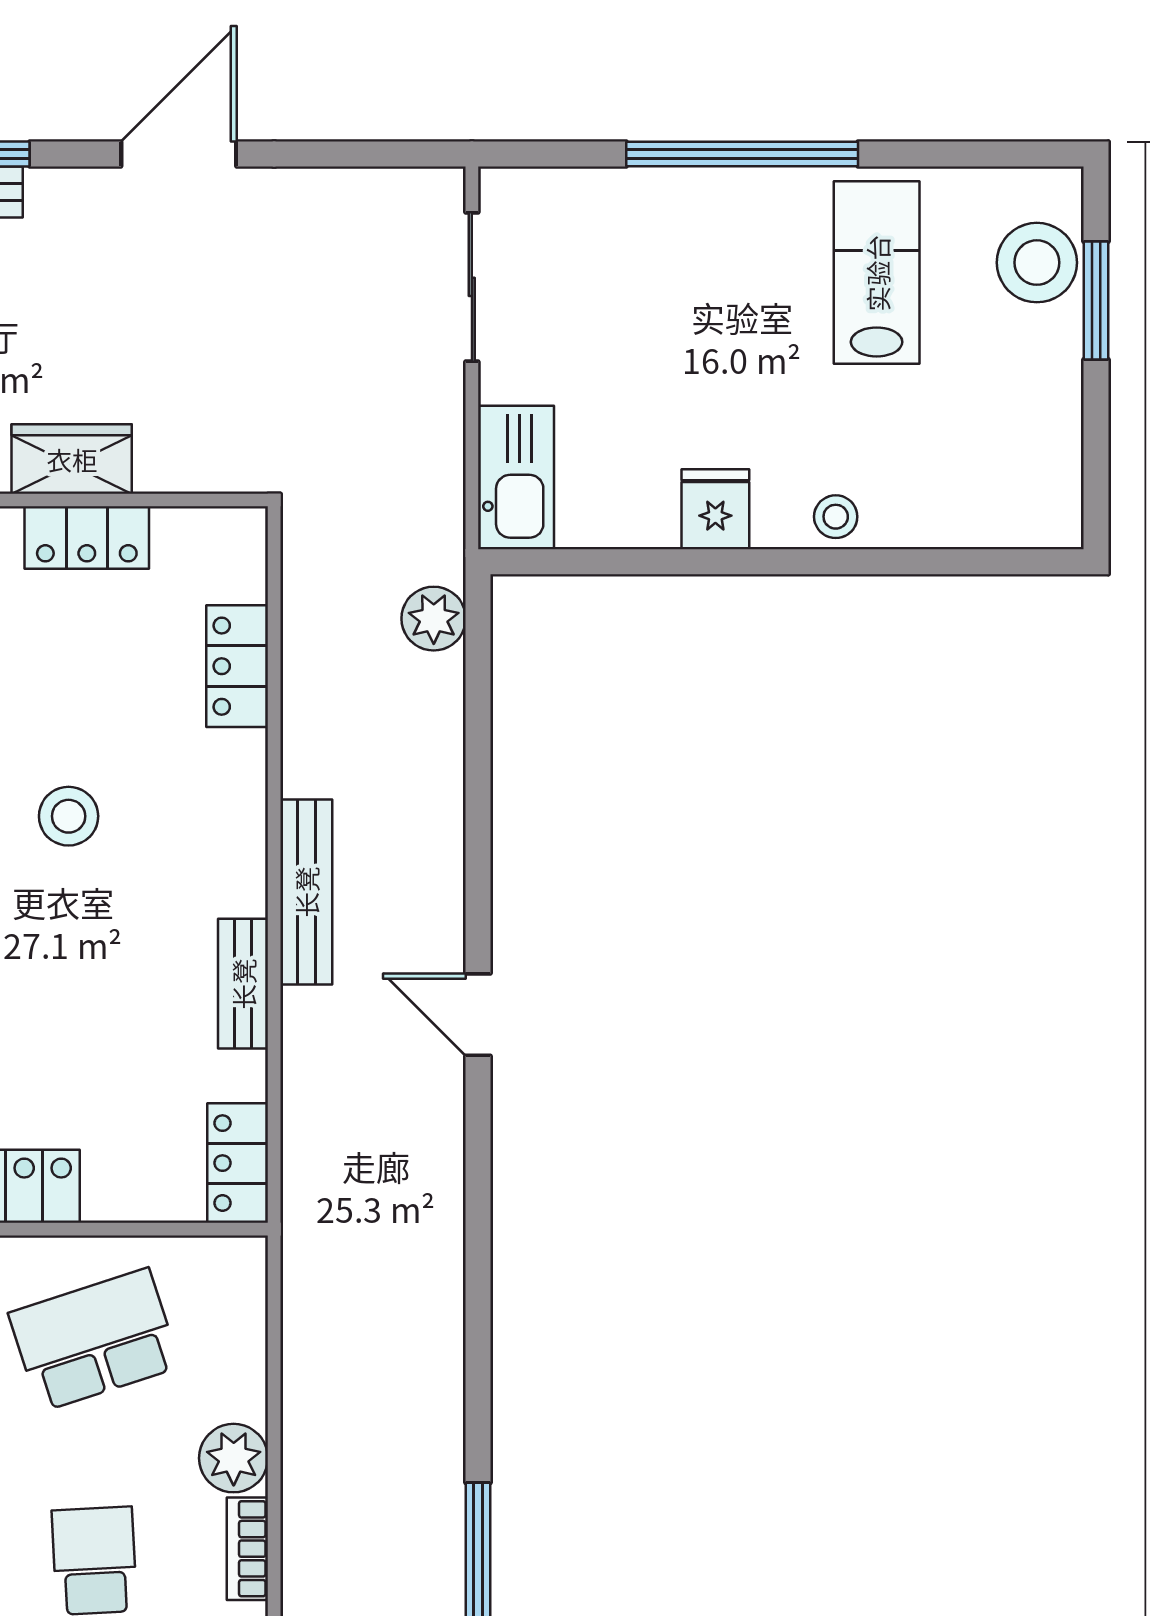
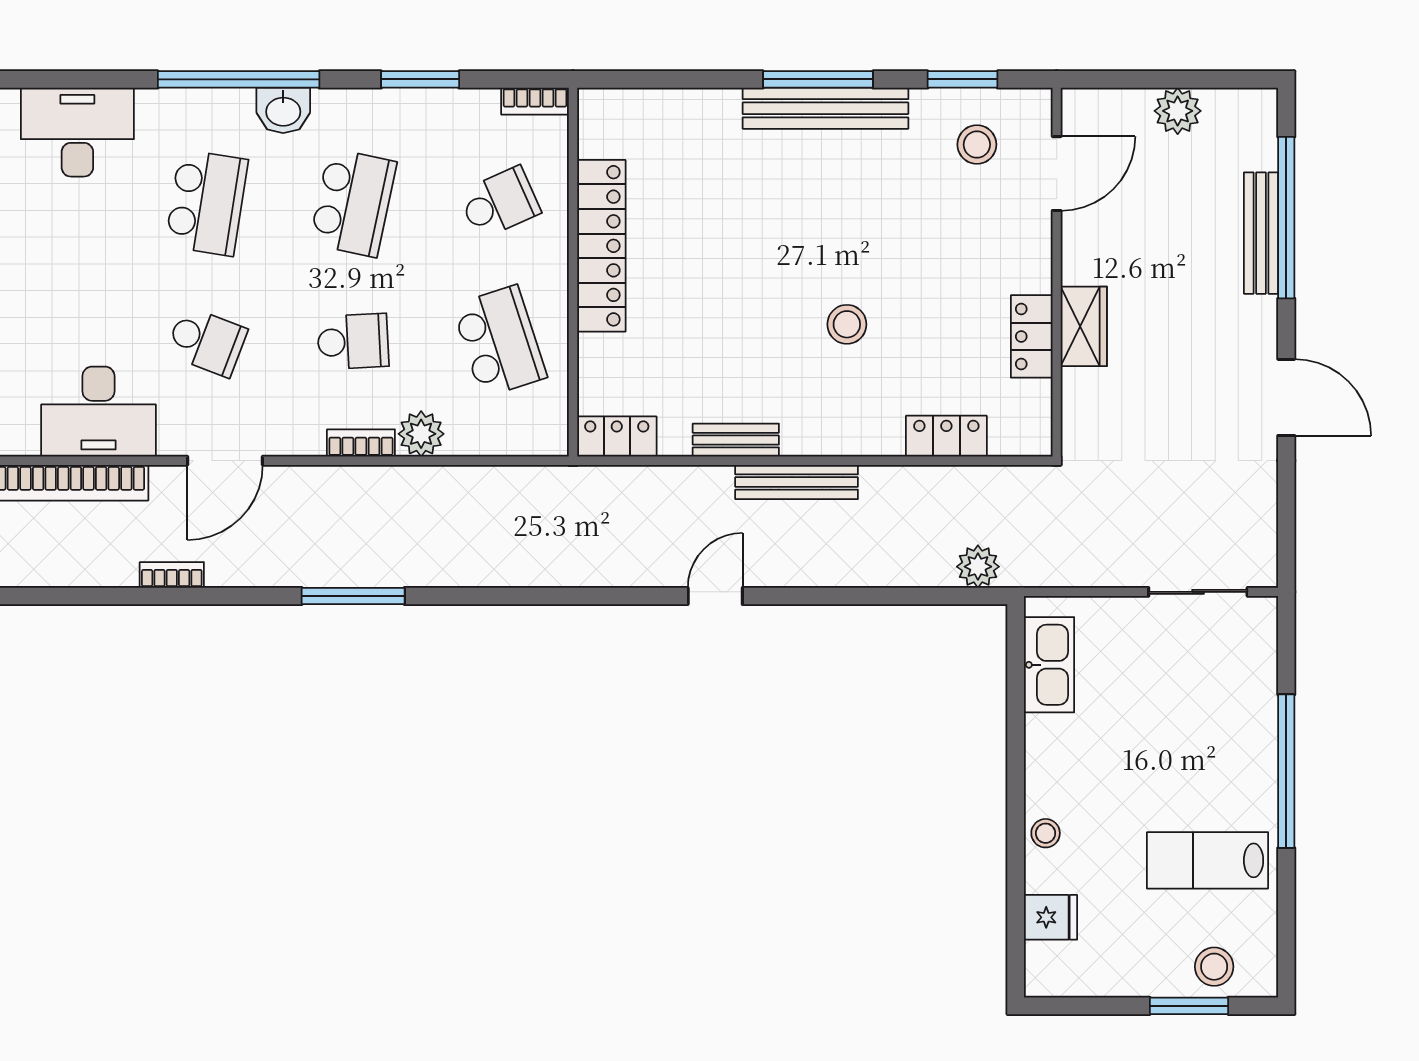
stool: (1037, 263) -> (1214, 967), width x0.73, depth x0.73
lab bench: (877, 273) -> (1207, 860), turned 180
kitchen sink: (516, 478) -> (1049, 665), moved, turned -90
fridge: (715, 509) -> (1050, 917), moved

